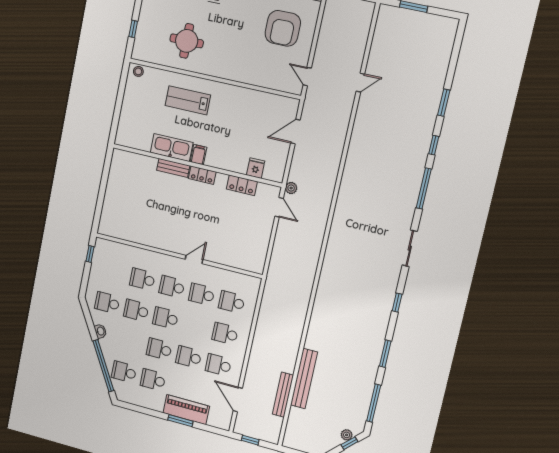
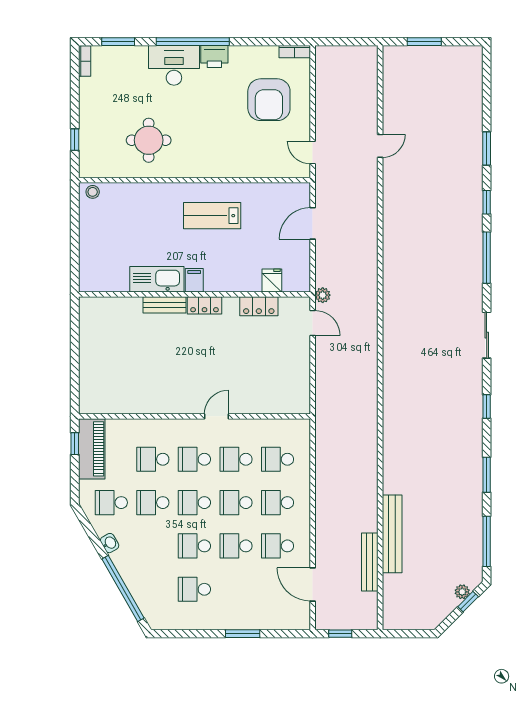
lab bench: (188, 100) -> (212, 216), moved
school desk: (124, 372) -> (236, 503), moved
piano: (186, 410) -> (92, 449), moved, turned 90

